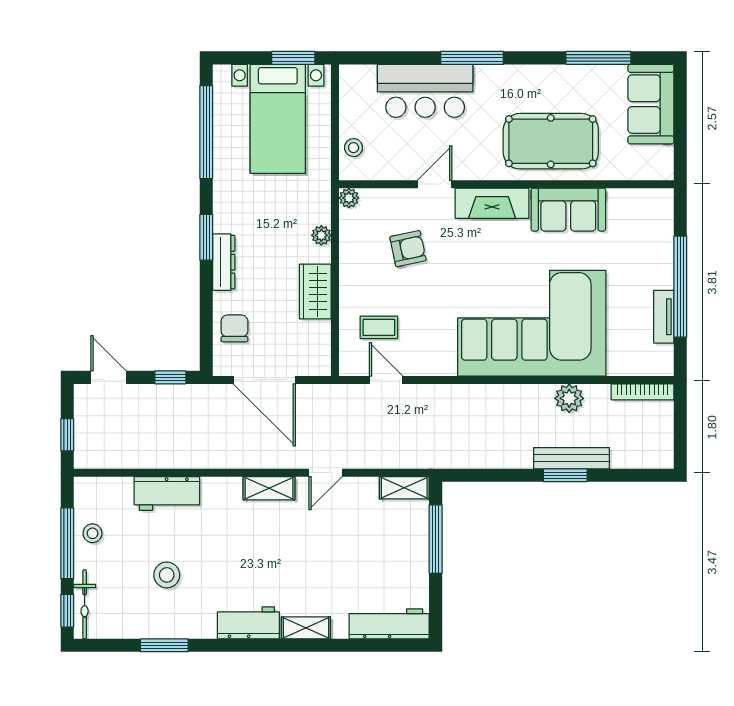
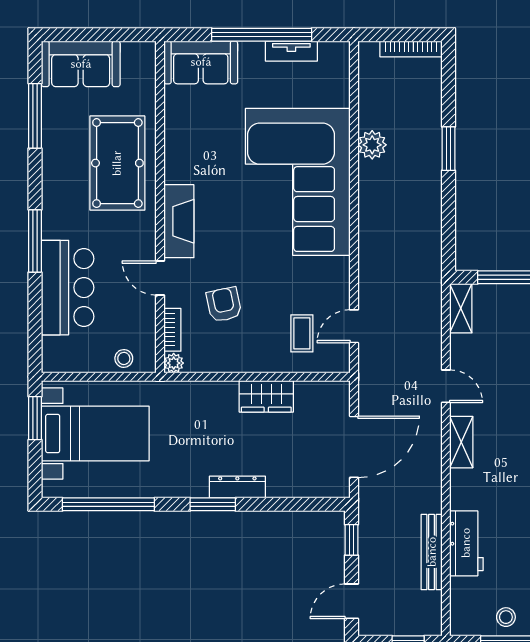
bookcase: (382, 197) -> (172, 330), added
sofa: (568, 210) -> (201, 62), moved, turned 90
plant: (321, 235) -> (211, 390), removed
chair: (234, 328) -> (303, 476), removed
bookcase: (643, 392) -> (411, 49), moved, turned 90
bench: (571, 458) -> (432, 552), moved

